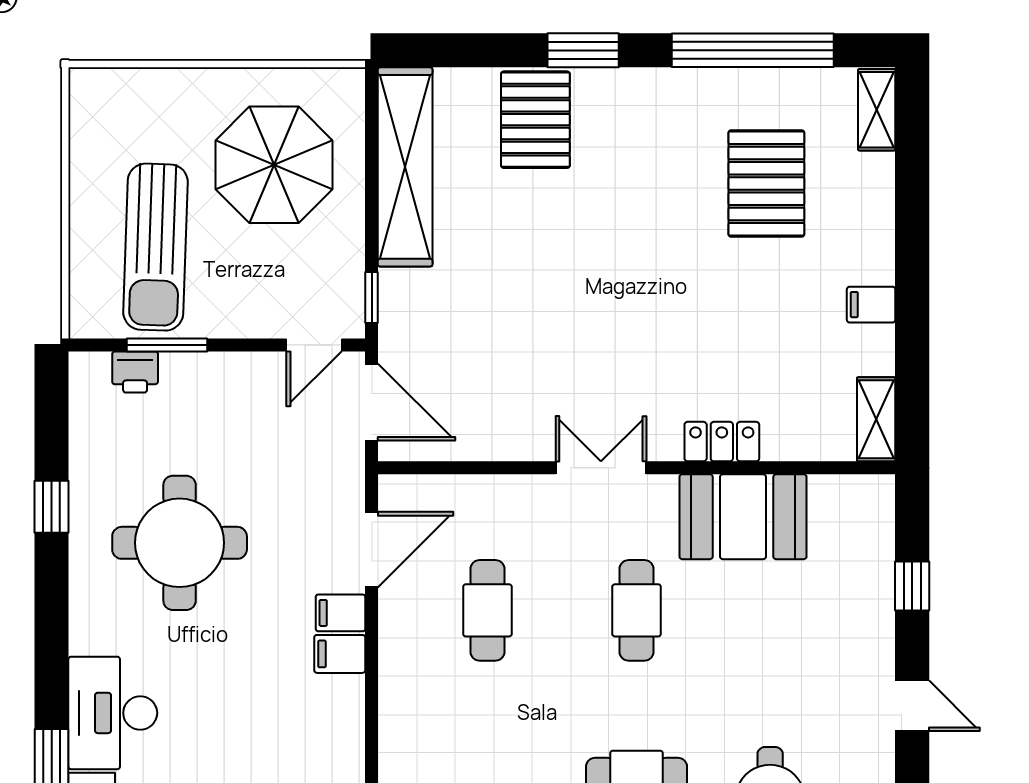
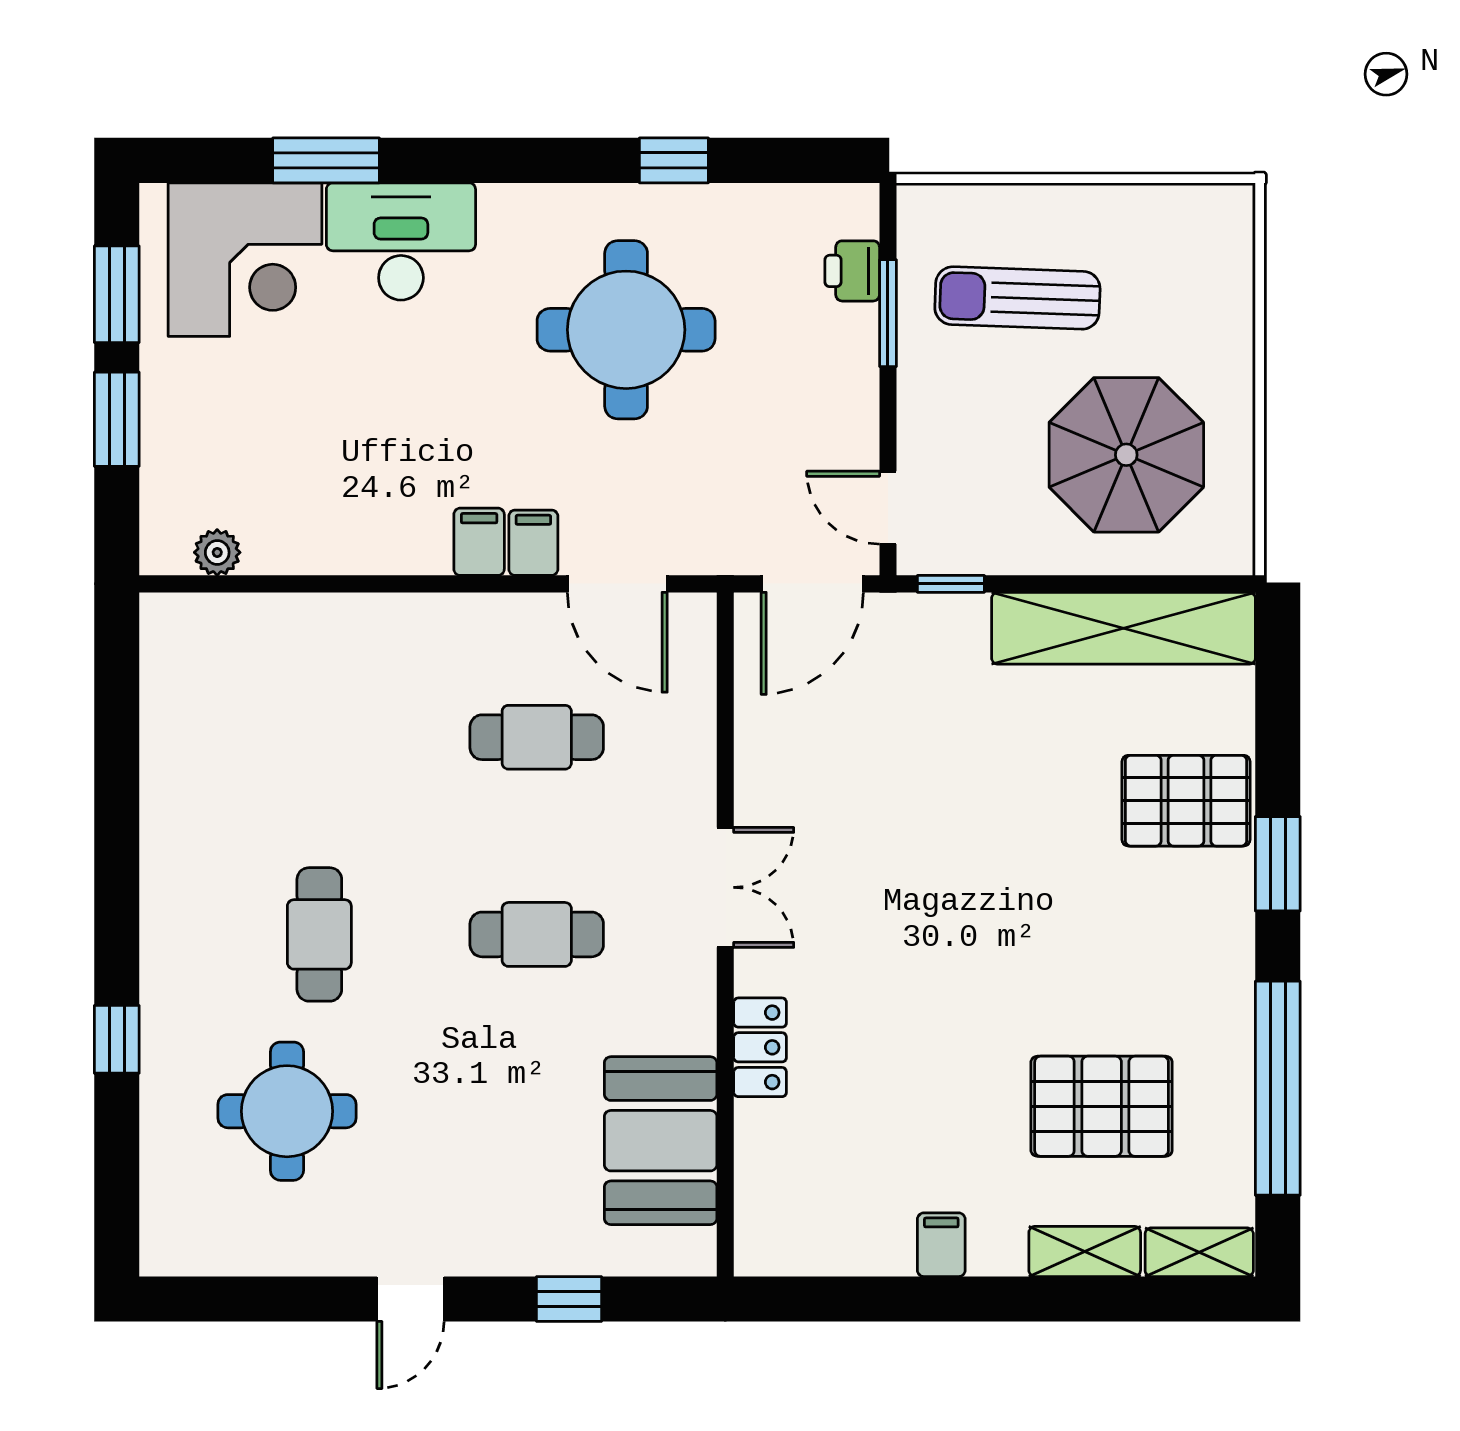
sun lounger: (156, 247) -> (1017, 298), width x0.73, depth x0.75
shelving: (876, 419) -> (1085, 1251), moved
booth: (743, 517) -> (661, 1141), moved

